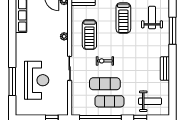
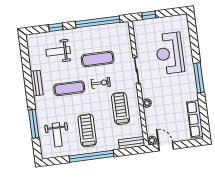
window: (12, 82) -> (199, 78), moved
exercise mat: (109, 101) -> (69, 88), moved
weight bench: (150, 101) -> (58, 51), moved

